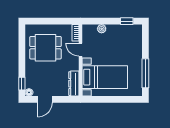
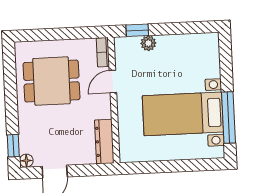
window: (127, 21) -> (137, 30), moved
door: (80, 50) -> (113, 82), hinge flipped
bed with nightstands: (105, 77) -> (183, 114), moved, turned 180

